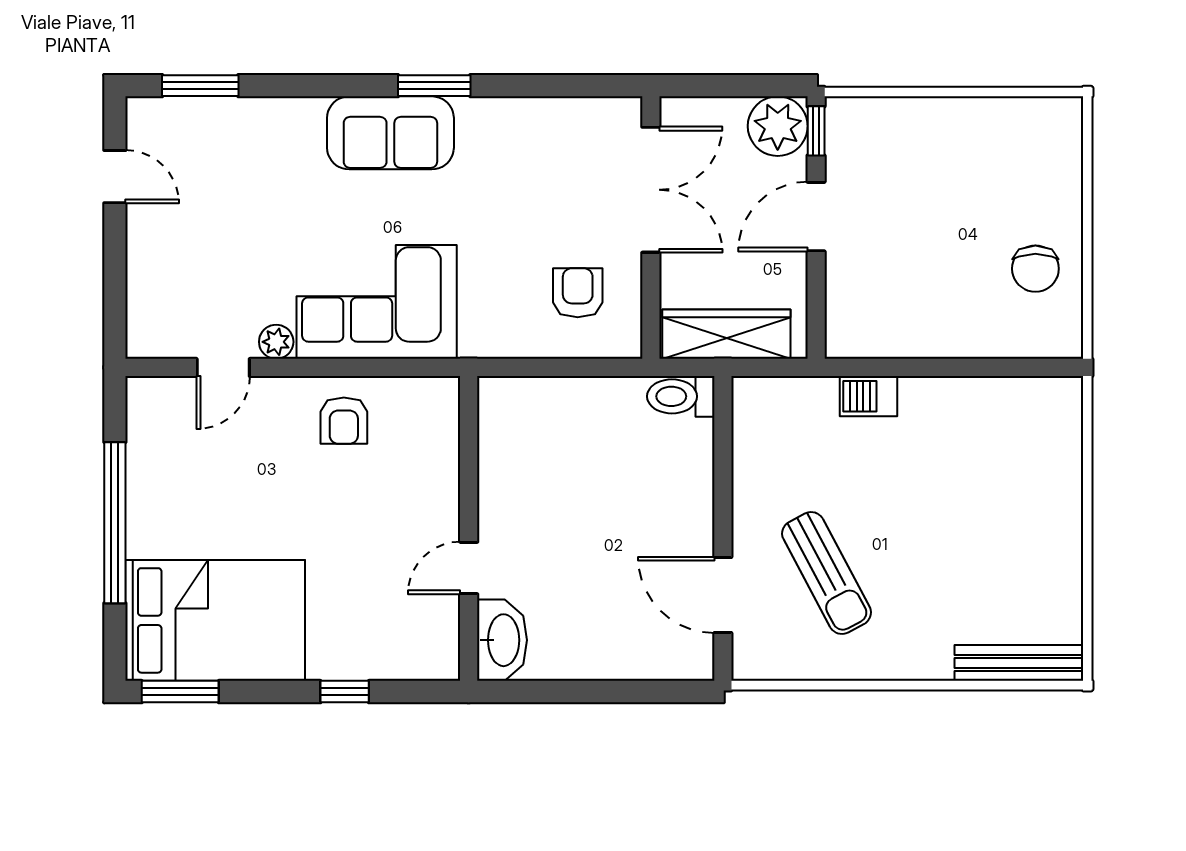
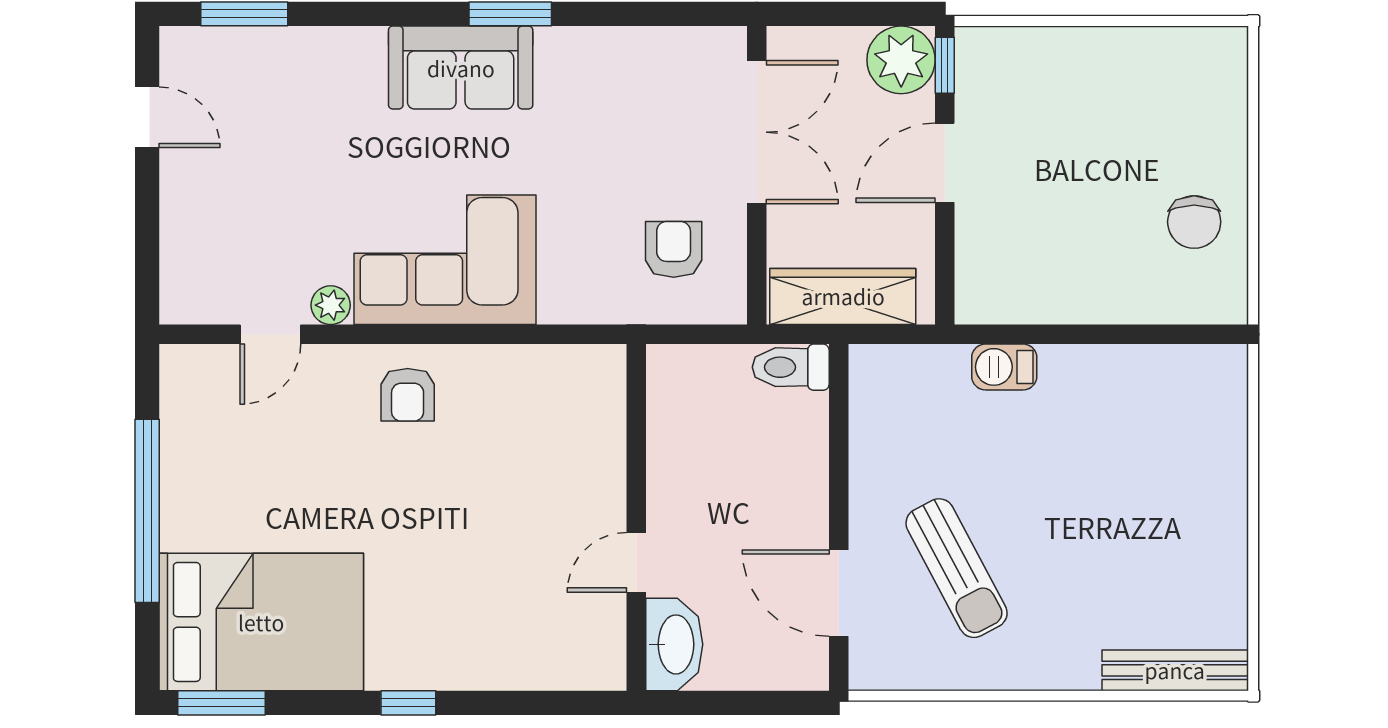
wall: (469, 528) -> (636, 517), moved
door: (469, 568) -> (636, 562), moved
washbasin: (502, 640) -> (674, 644), moved

